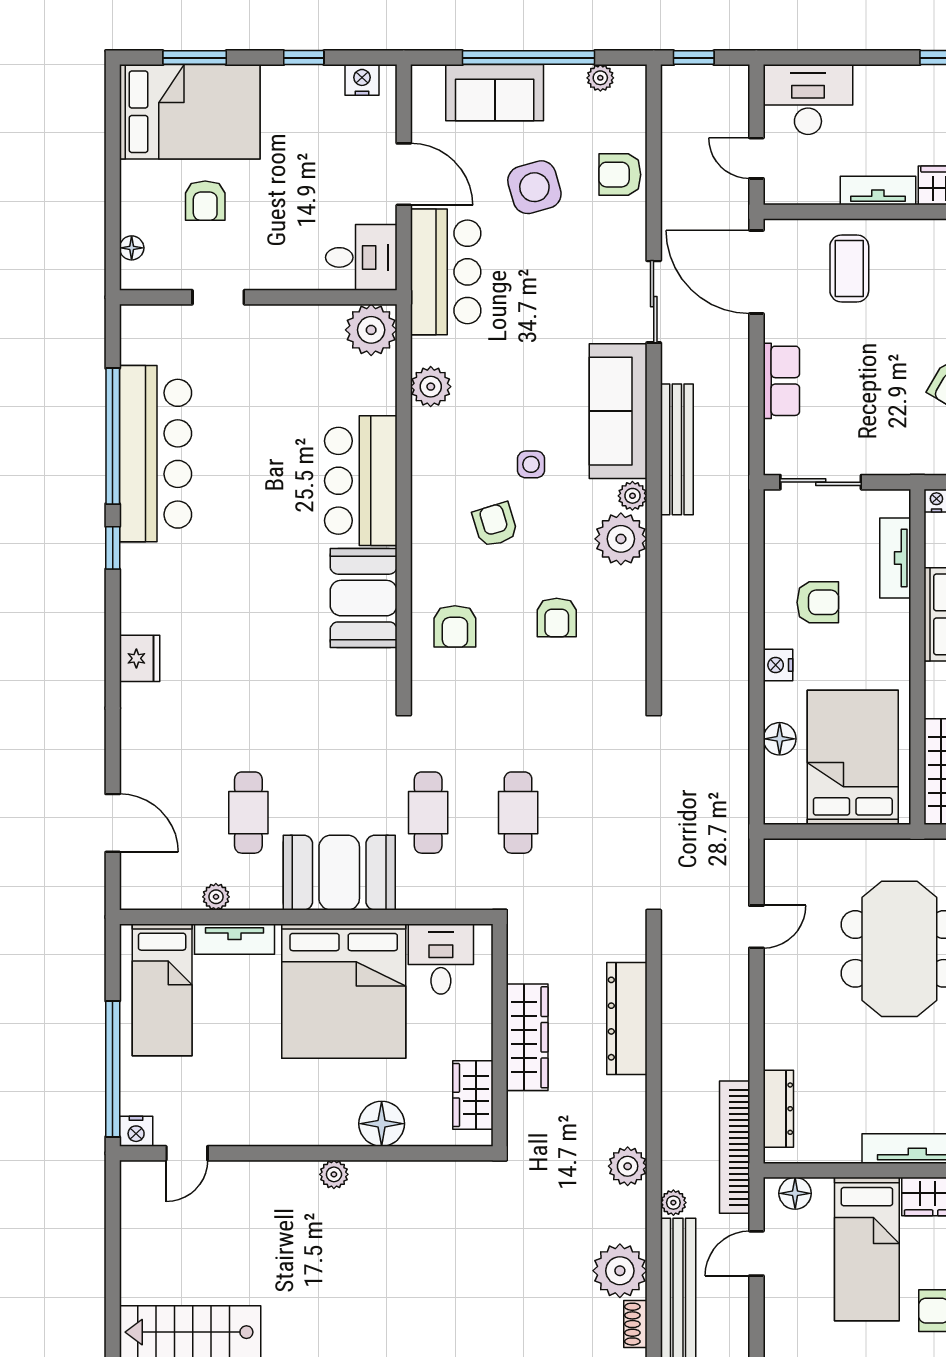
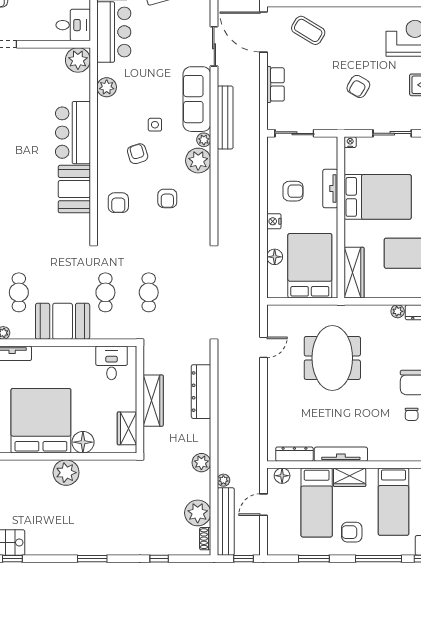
coffee table: (849, 269) -> (308, 30), turned -59
tv unit: (895, 558) -> (330, 188), moved
bed: (344, 991) -> (41, 421), moved, turned 180
dresser: (778, 1109) -> (294, 454), moved, turned -90
bookcase: (735, 1147) -> (253, 453), removed
plant: (334, 1174) -> (66, 473), width x1.87, depth x1.87

